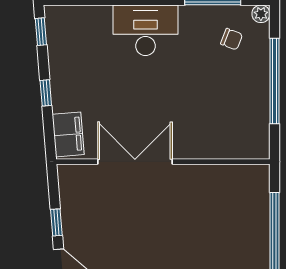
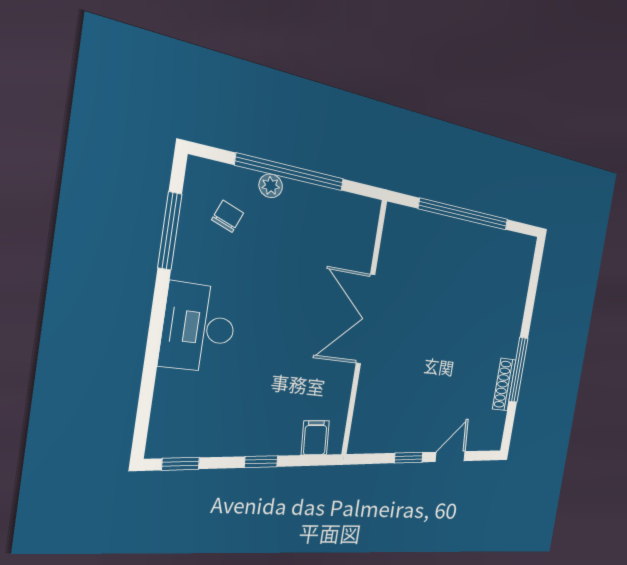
plant: (261, 14) -> (271, 186), moved
filing cabinet: (68, 134) -> (315, 438), width x0.50
double door: (135, 162) -> (366, 319), moved

